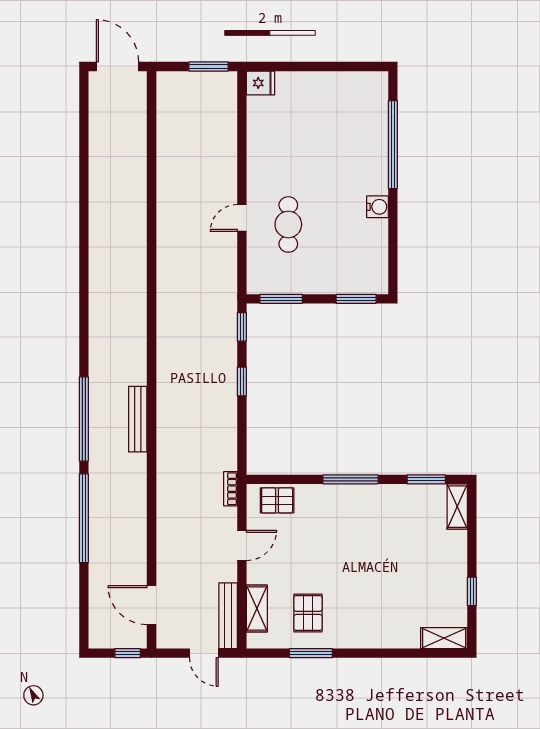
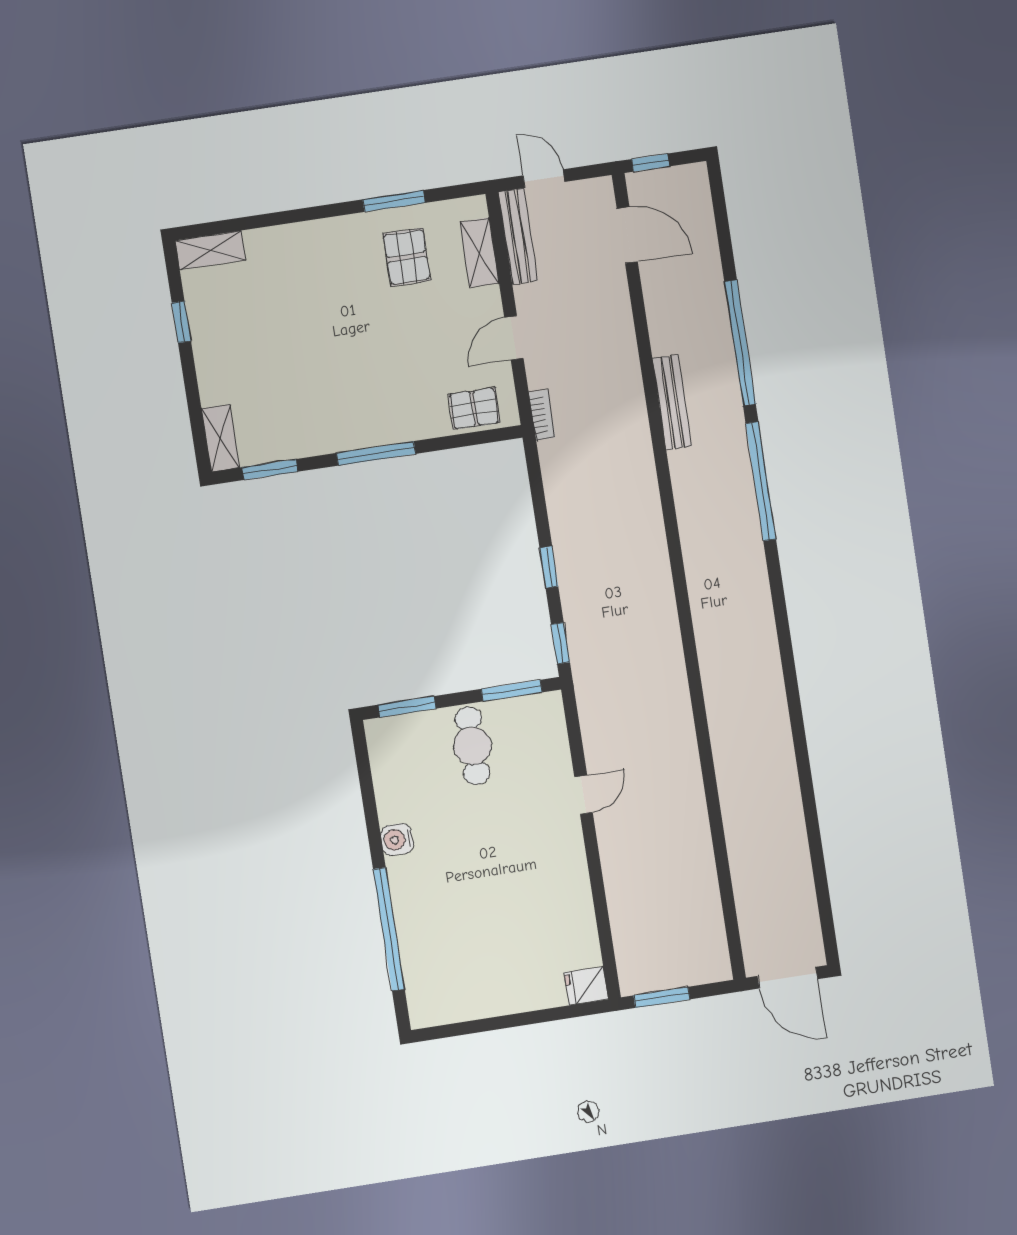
cafe table: (288, 224) -> (472, 746), moved
bench: (138, 419) -> (672, 402), moved

